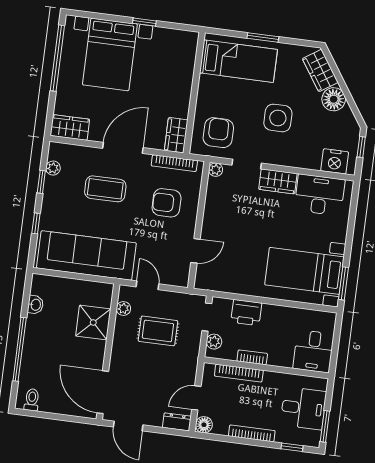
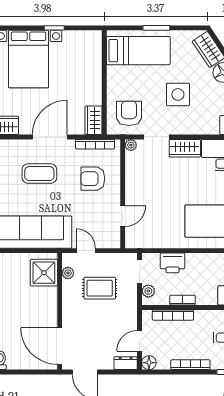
shower: (93, 322) -> (44, 273), moved

